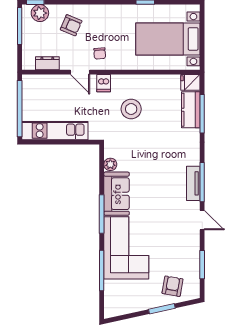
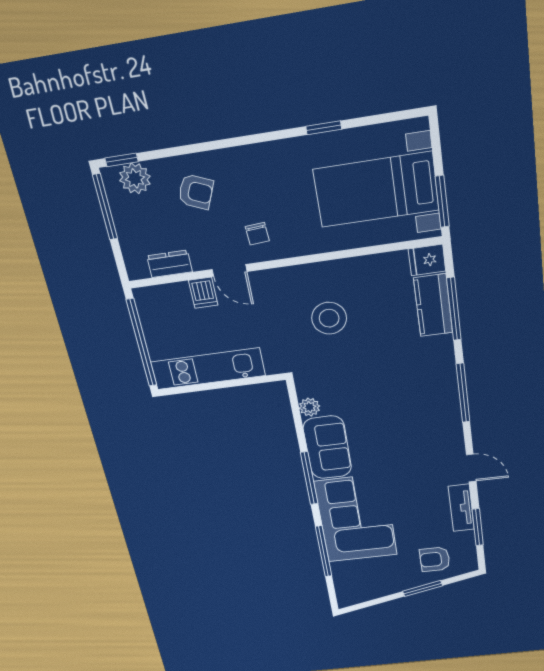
window: (202, 51) -> (442, 201), added
dishwasher: (104, 83) -> (203, 293), moved
window: (202, 182) -> (463, 393), moved
tv unit: (193, 183) -> (461, 508), moved
armchair: (173, 286) -> (435, 559), turned -100

